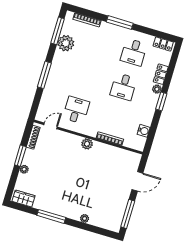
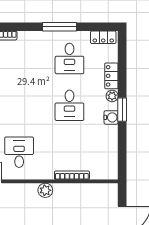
window: (120, 23) -> (59, 27), moved
water cooler: (144, 131) -> (111, 117), moved

